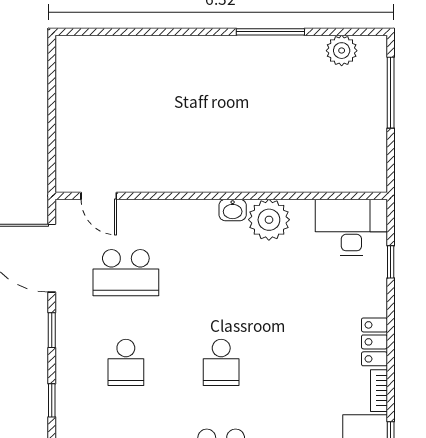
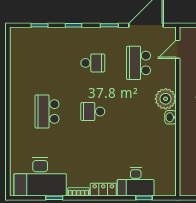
plant: (269, 220) -> (166, 99), moved
desk: (351, 227) -> (136, 182), moved, turned 90
school desk: (126, 362) -> (93, 63), turned 180

